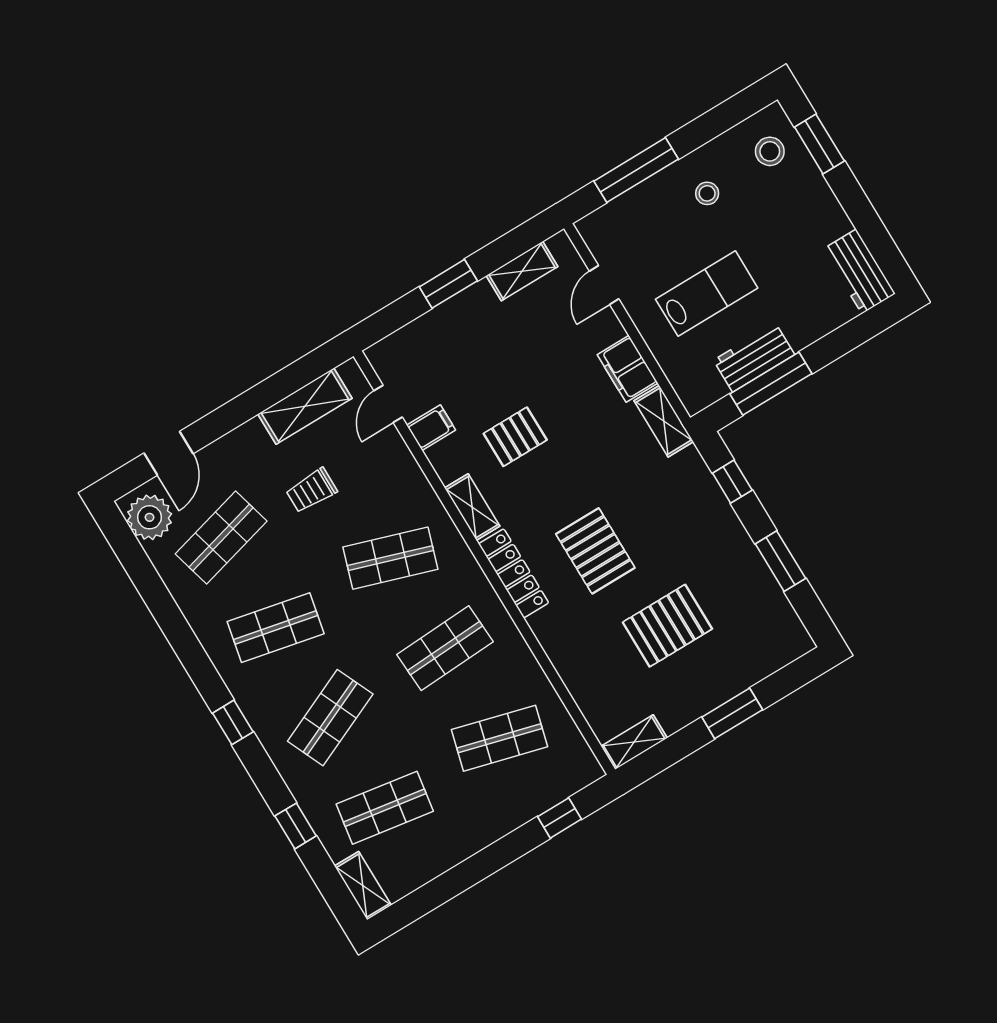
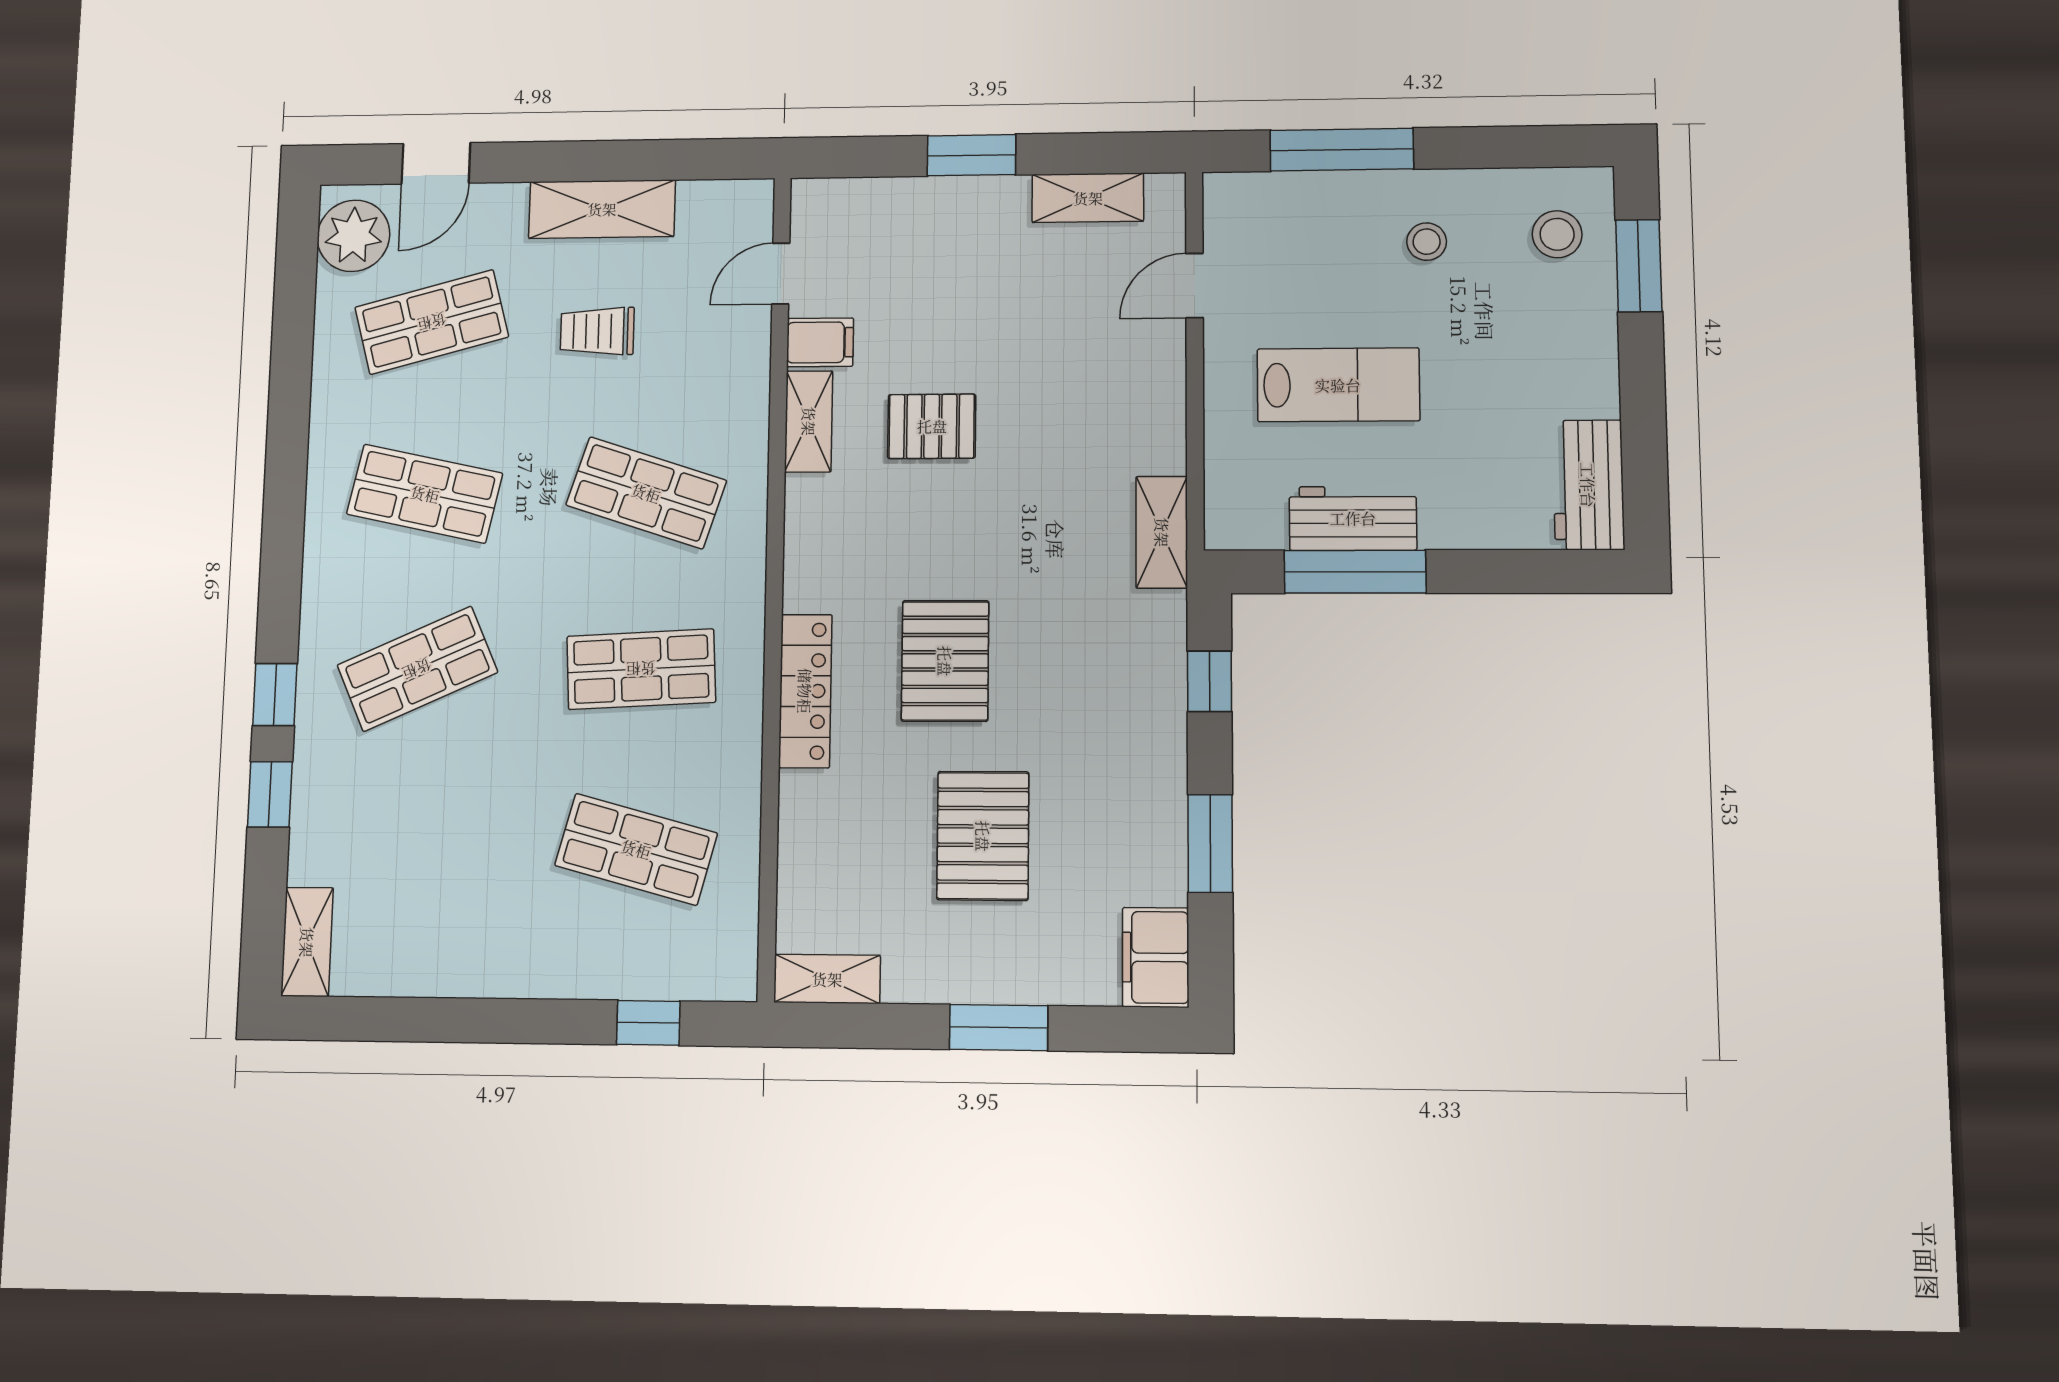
filing cabinet: (628, 369) -> (1156, 957), moved
shelving: (305, 406) -> (602, 209), moved
shelving: (472, 507) -> (809, 421), moved
locker: (514, 573) -> (805, 691), moved
pallet: (667, 626) -> (983, 836), turned 90
window: (233, 722) -> (275, 695), moved
shop shelf: (385, 808) -> (410, 848), removed

